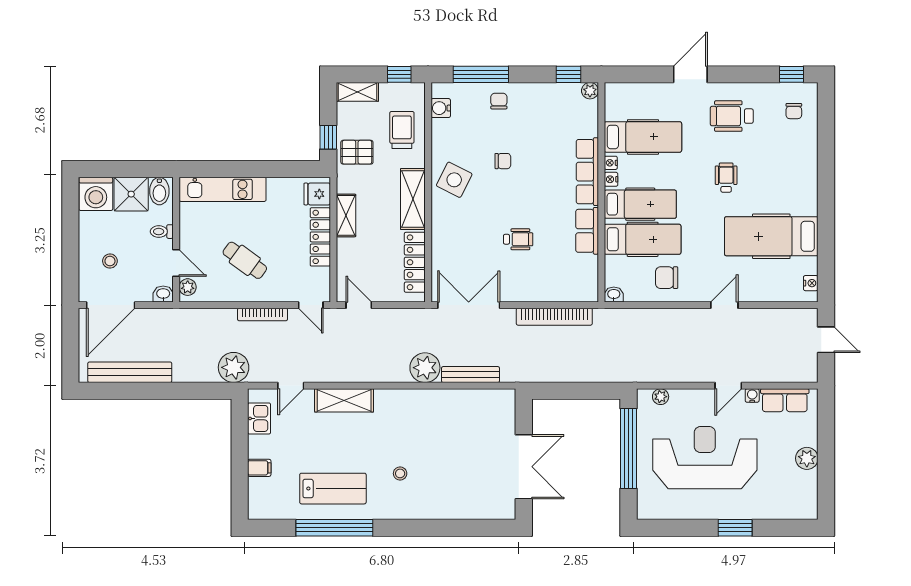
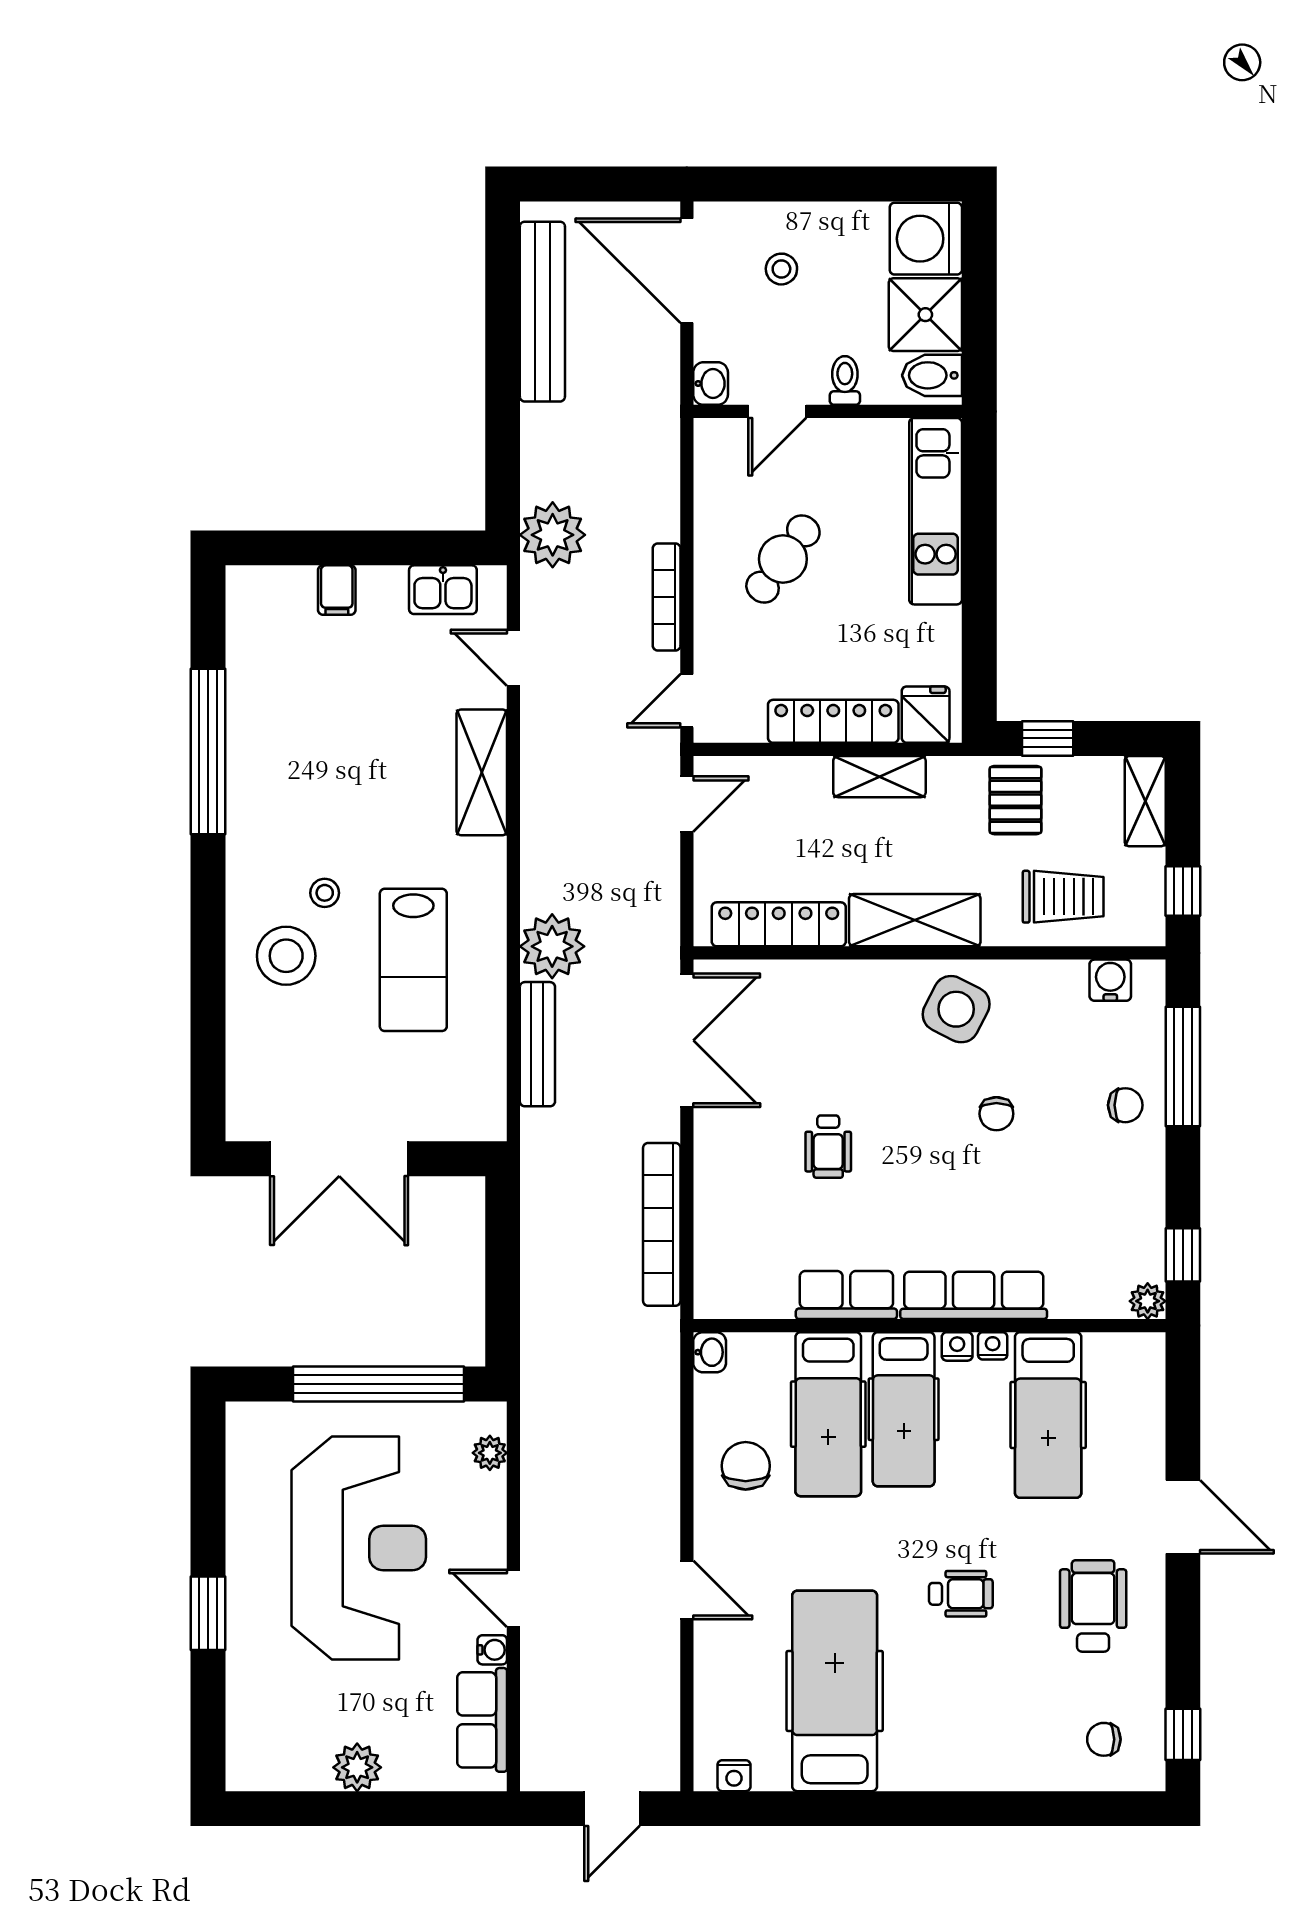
plant: (188, 287) -> (725, 436), removed
lab bench: (333, 489) -> (413, 960), moved
stool: (429, 491) -> (286, 956), added

